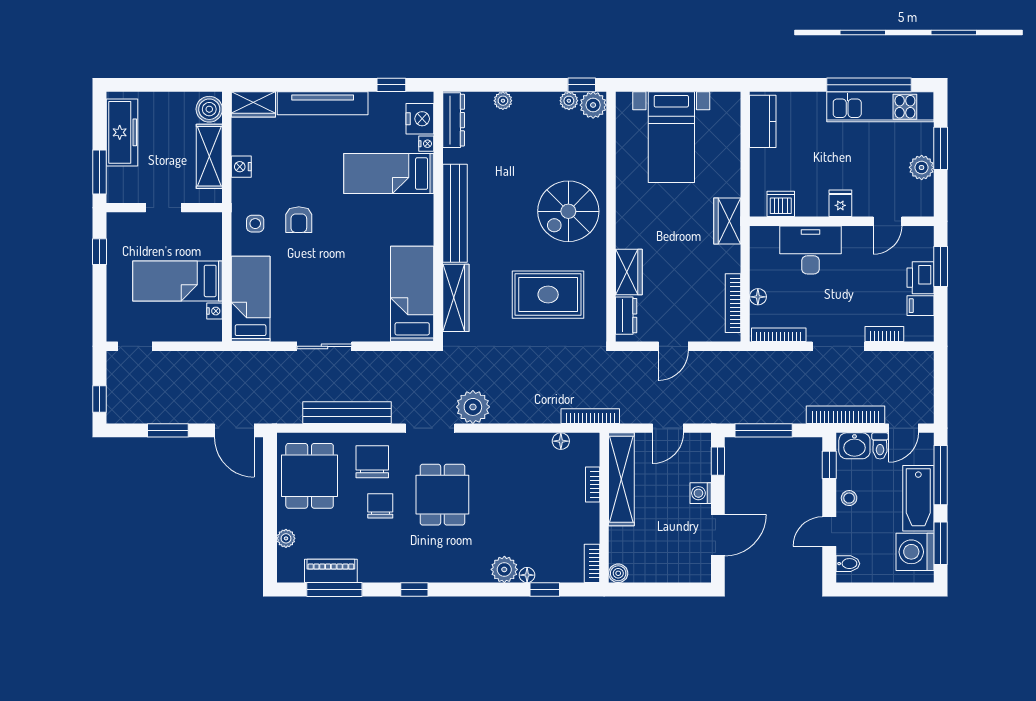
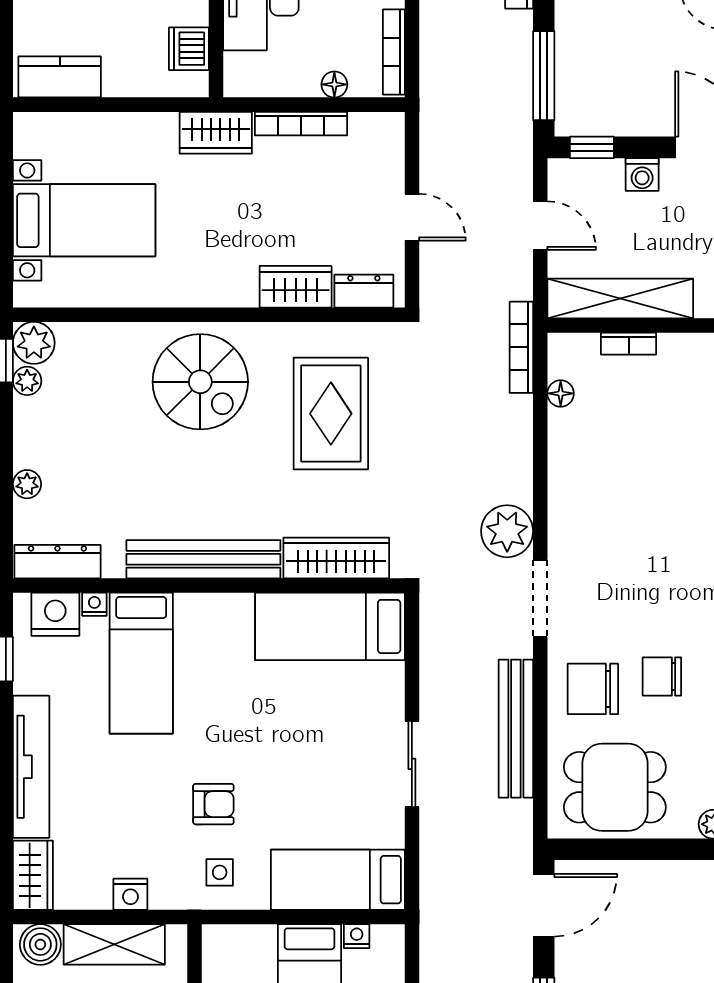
bookcase: (733, 303) -> (301, 124), moved
dining table: (442, 495) -> (644, 579), removed

